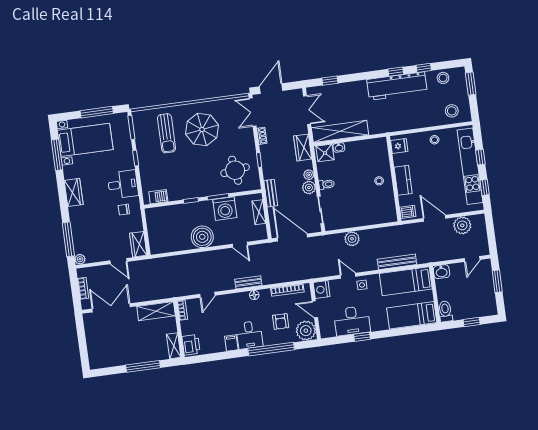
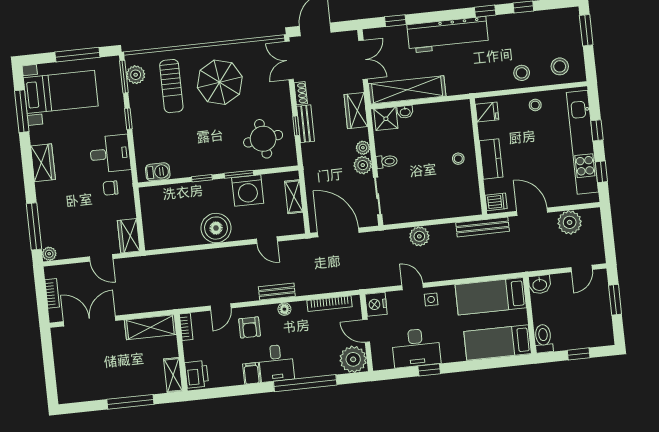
stool: (443, 78) -> (522, 73), moved
workbench: (397, 86) -> (448, 35), moved
plant: (140, 126) -> (136, 75), added
bench: (271, 193) -> (306, 124), moved
bench: (397, 262) -> (483, 227), moved
armchair: (281, 321) -> (250, 327), moved

